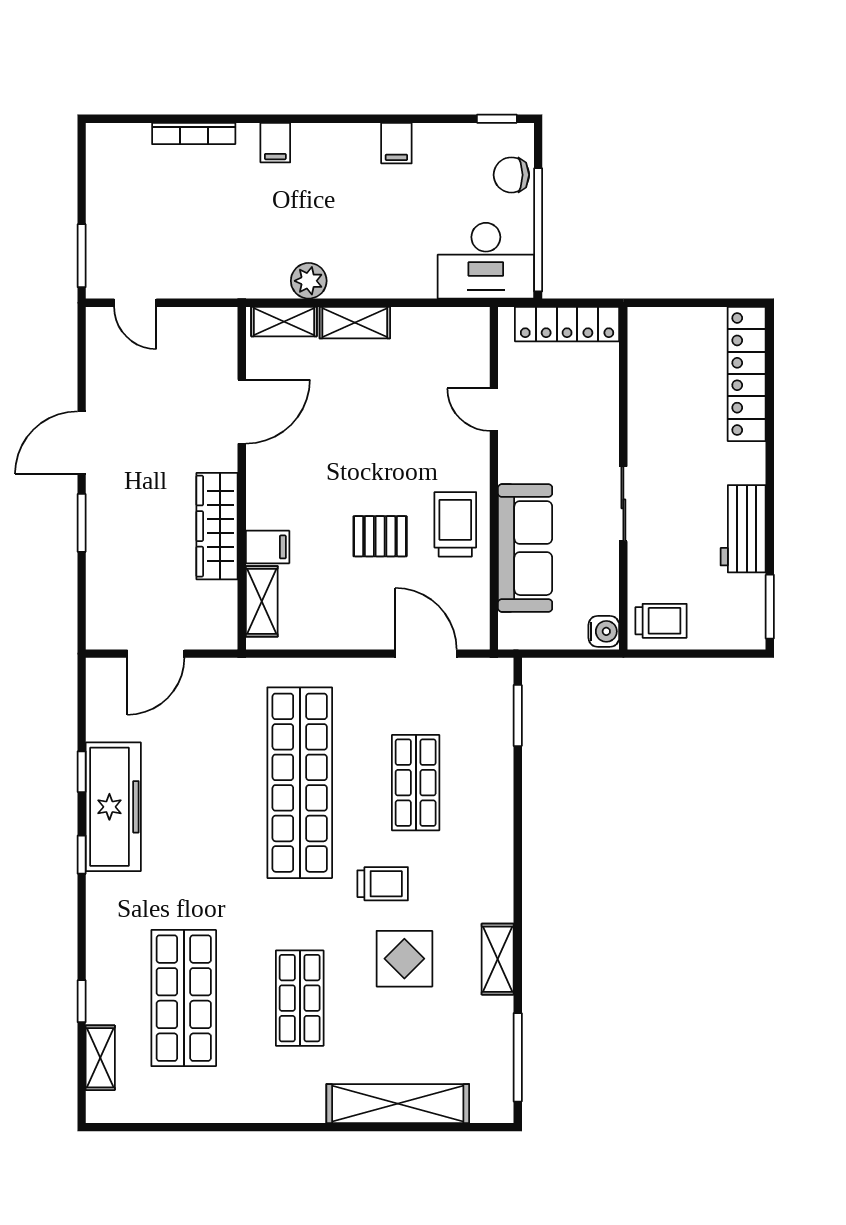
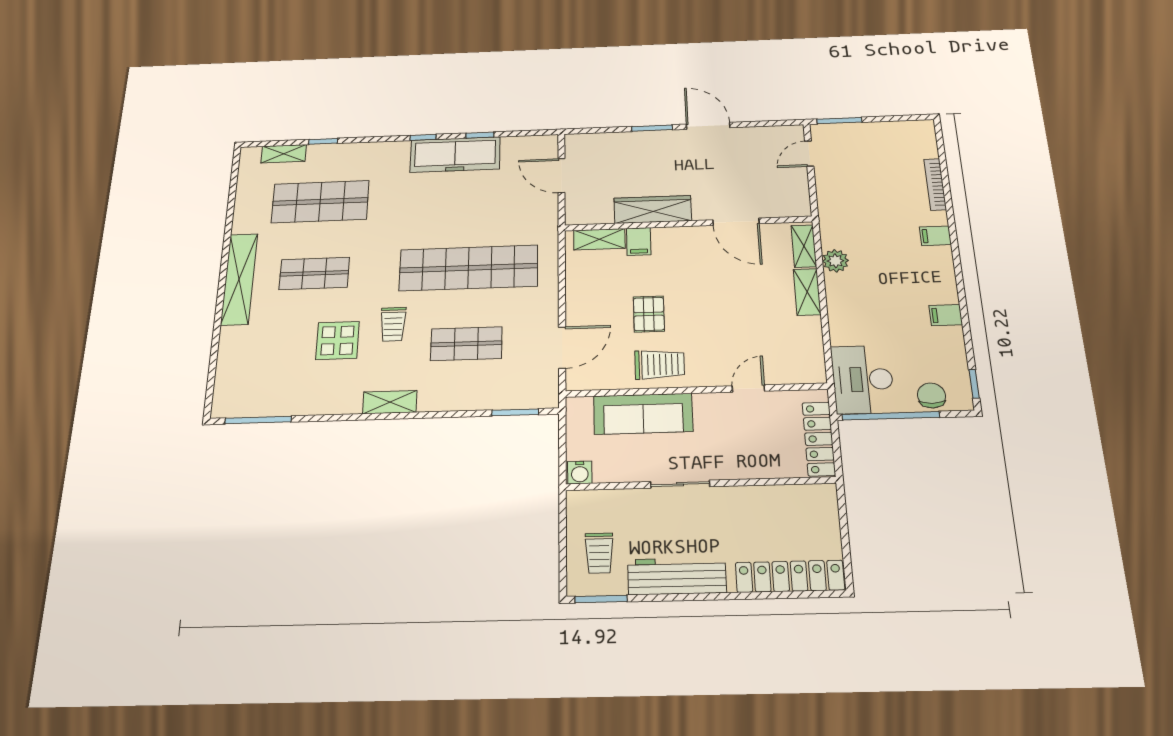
workbench: (743, 529) -> (677, 576), width x1.37
trolley: (661, 621) -> (599, 553), moved
shelving: (498, 959) -> (390, 402), moved
shelving: (398, 1104) -> (239, 279), moved

